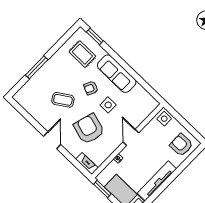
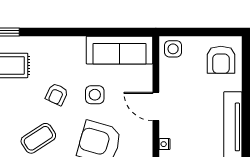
sofa: (117, 74) -> (119, 50), moved
armchair: (181, 145) -> (221, 60), turned -89

